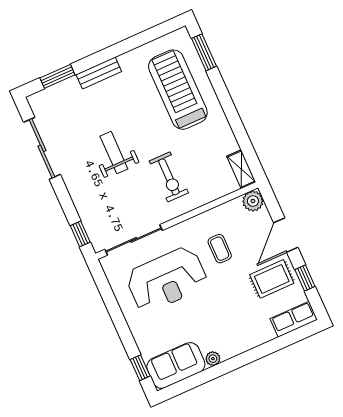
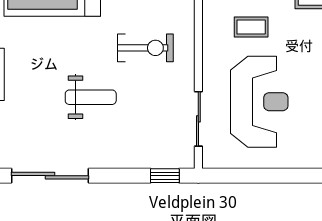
weight bench: (114, 153) -> (91, 97), turned 180
sliding door: (134, 240) -> (198, 119), width x0.73

